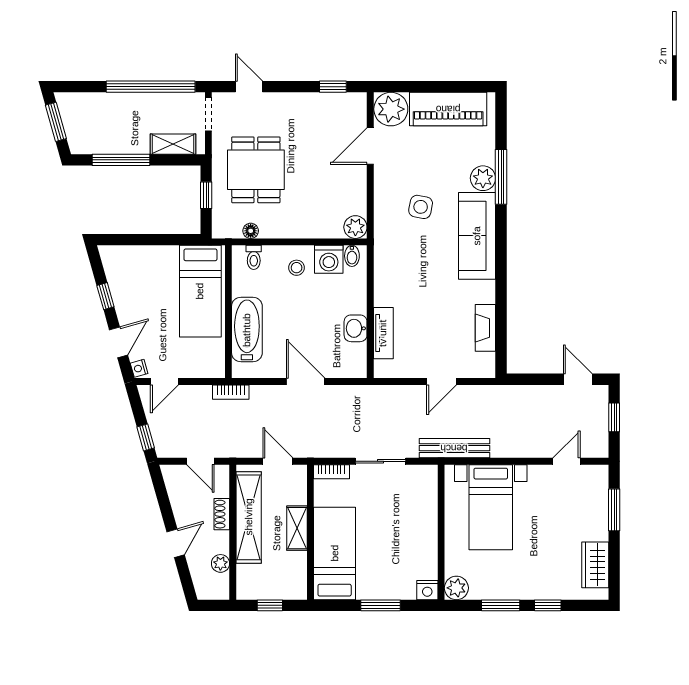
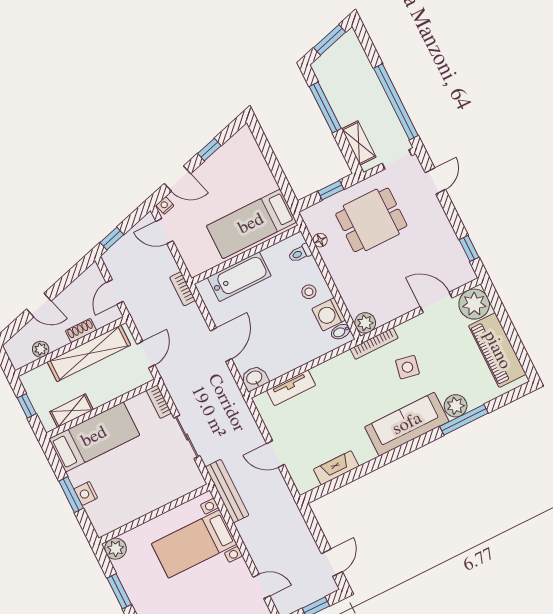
bookcase: (380, 228) -> (374, 343), added
washbasin: (356, 328) -> (255, 378), moved
shelving: (297, 528) -> (72, 411), moved
nightstand: (427, 590) -> (86, 493), moved

